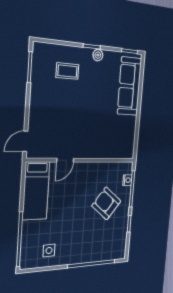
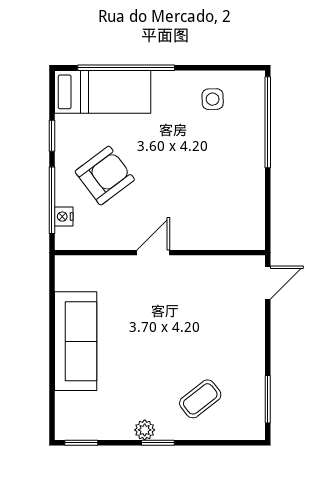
coffee table: (67, 71) -> (200, 399), turned -38
sofa: (129, 86) -> (76, 341), moved
door: (65, 160) -> (153, 253), moved
bed: (36, 191) -> (103, 92), moved, turned 90
armchair: (106, 203) -> (105, 176), turned -76

